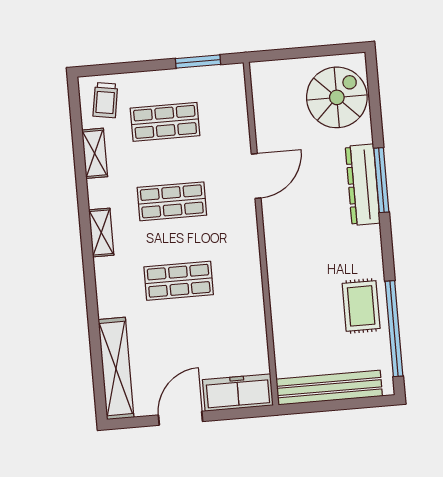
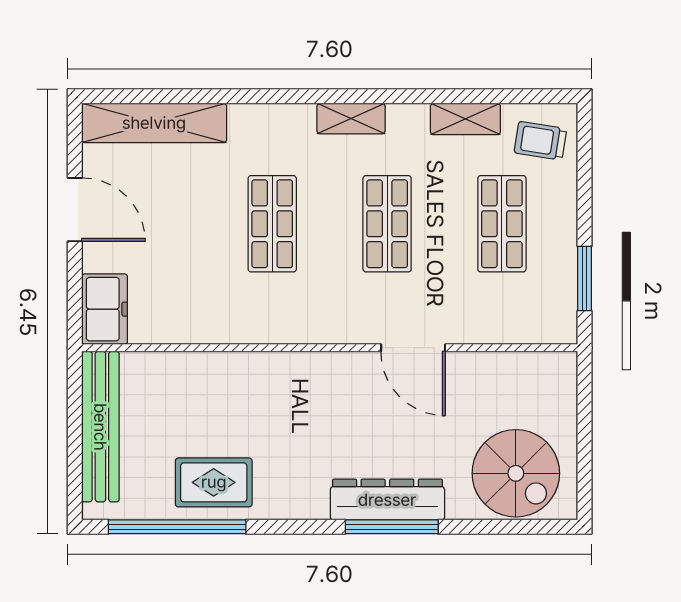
freezer: (238, 393) -> (105, 309), width x0.71

